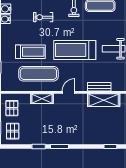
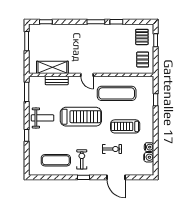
treadmill: (30, 52) -> (125, 126), moved
door: (69, 92) -> (87, 75), hinge flipped
shelving: (42, 99) -> (113, 69), removed

